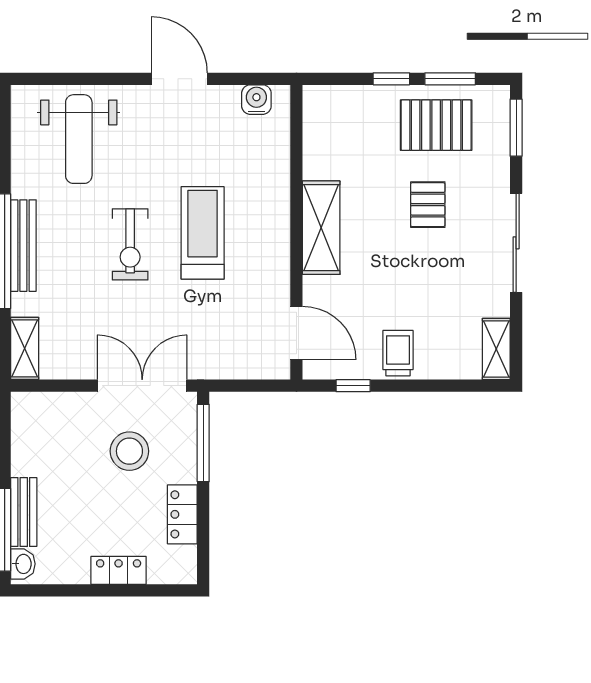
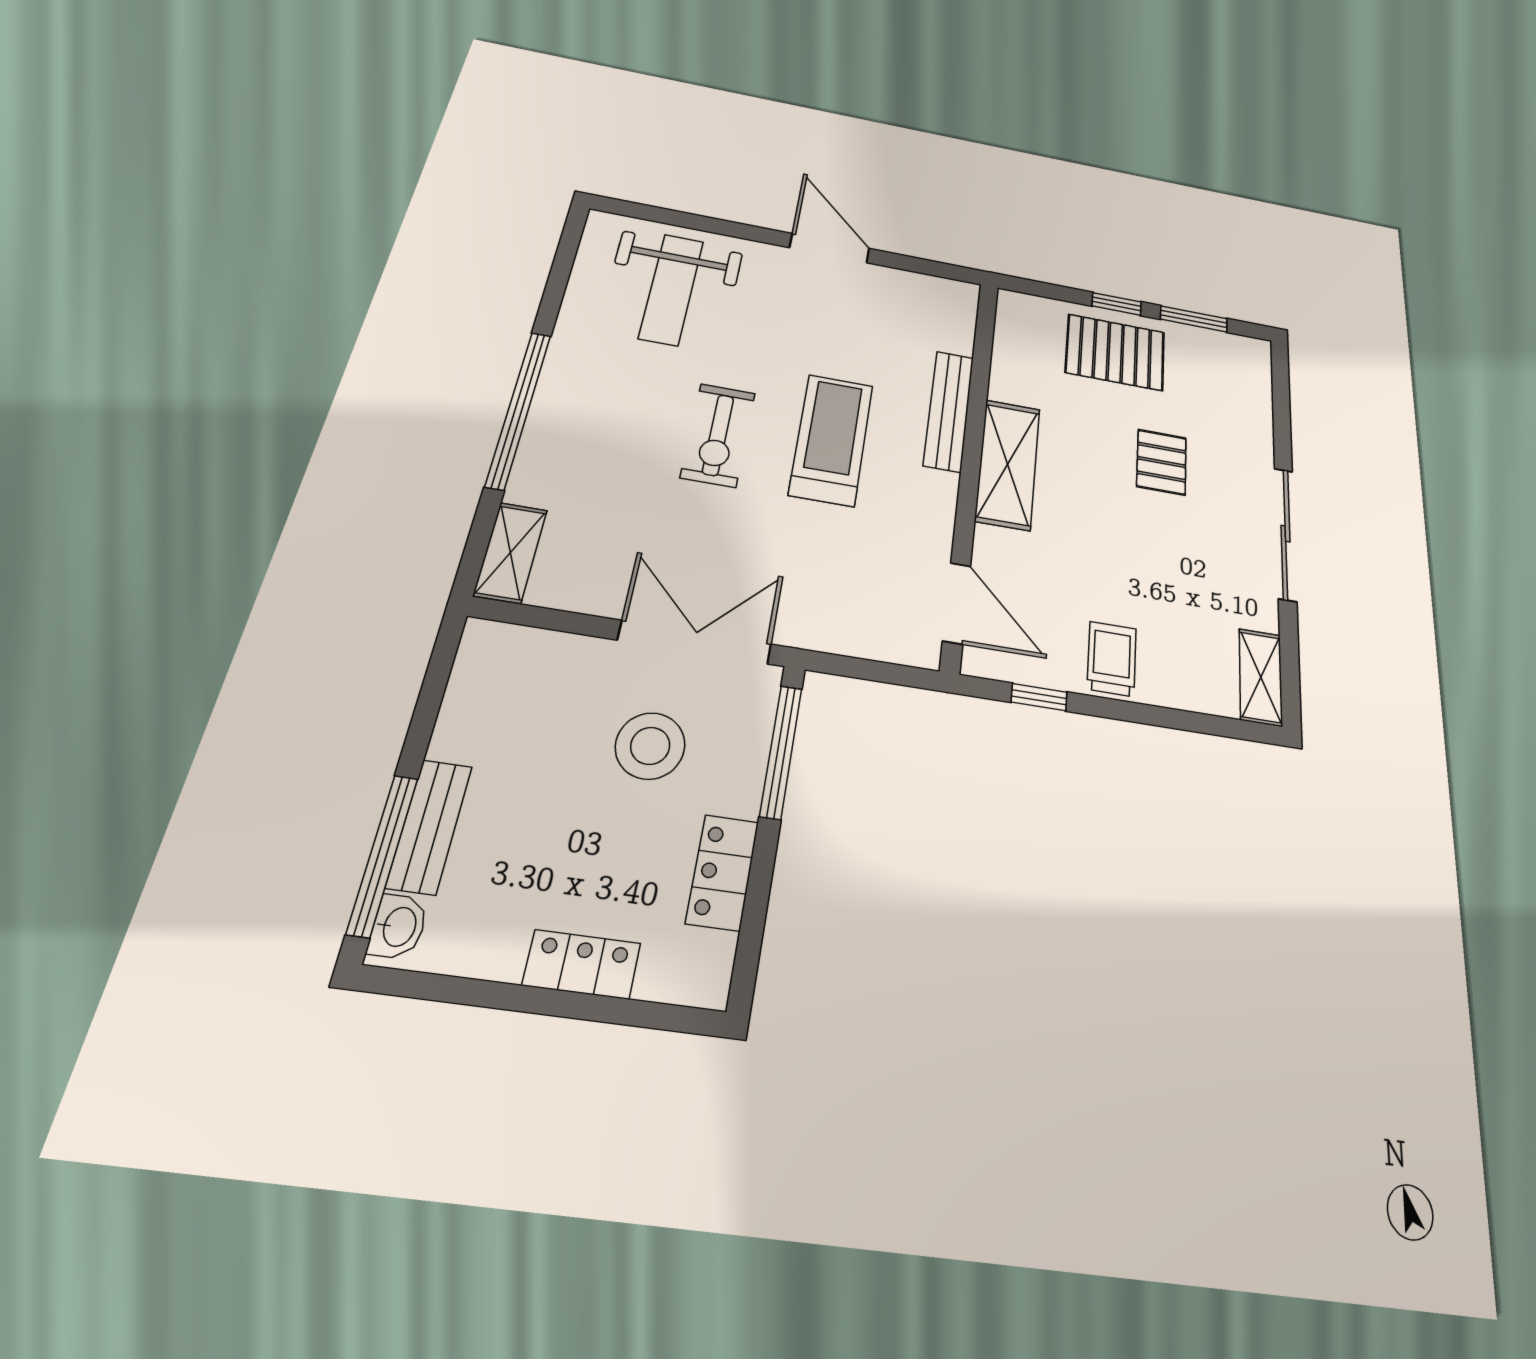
water cooler: (256, 100) -> (933, 292), removed
pallet: (436, 125) -> (1115, 352), moved
window: (516, 128) -> (1281, 391), removed
bench: (23, 246) -> (949, 411), moved

